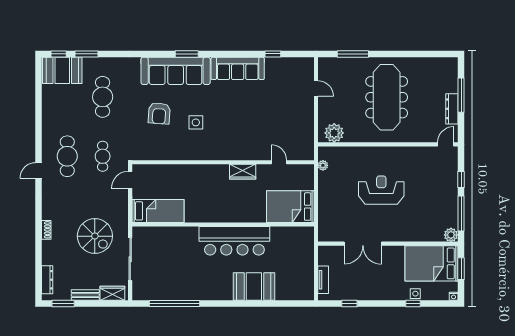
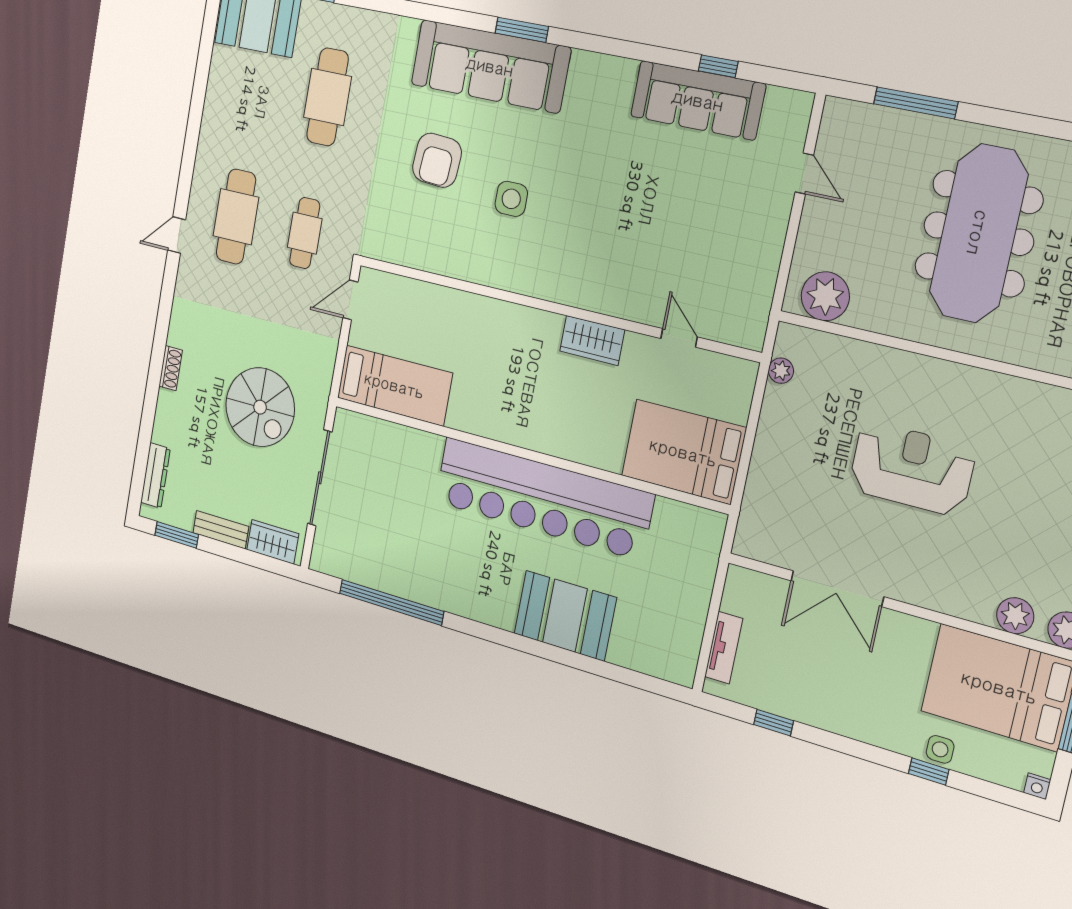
sofa: (238, 68) -> (698, 100), moved
plant: (431, 235) -> (1015, 616), added
bar counter: (234, 241) -> (543, 498), width x1.36

